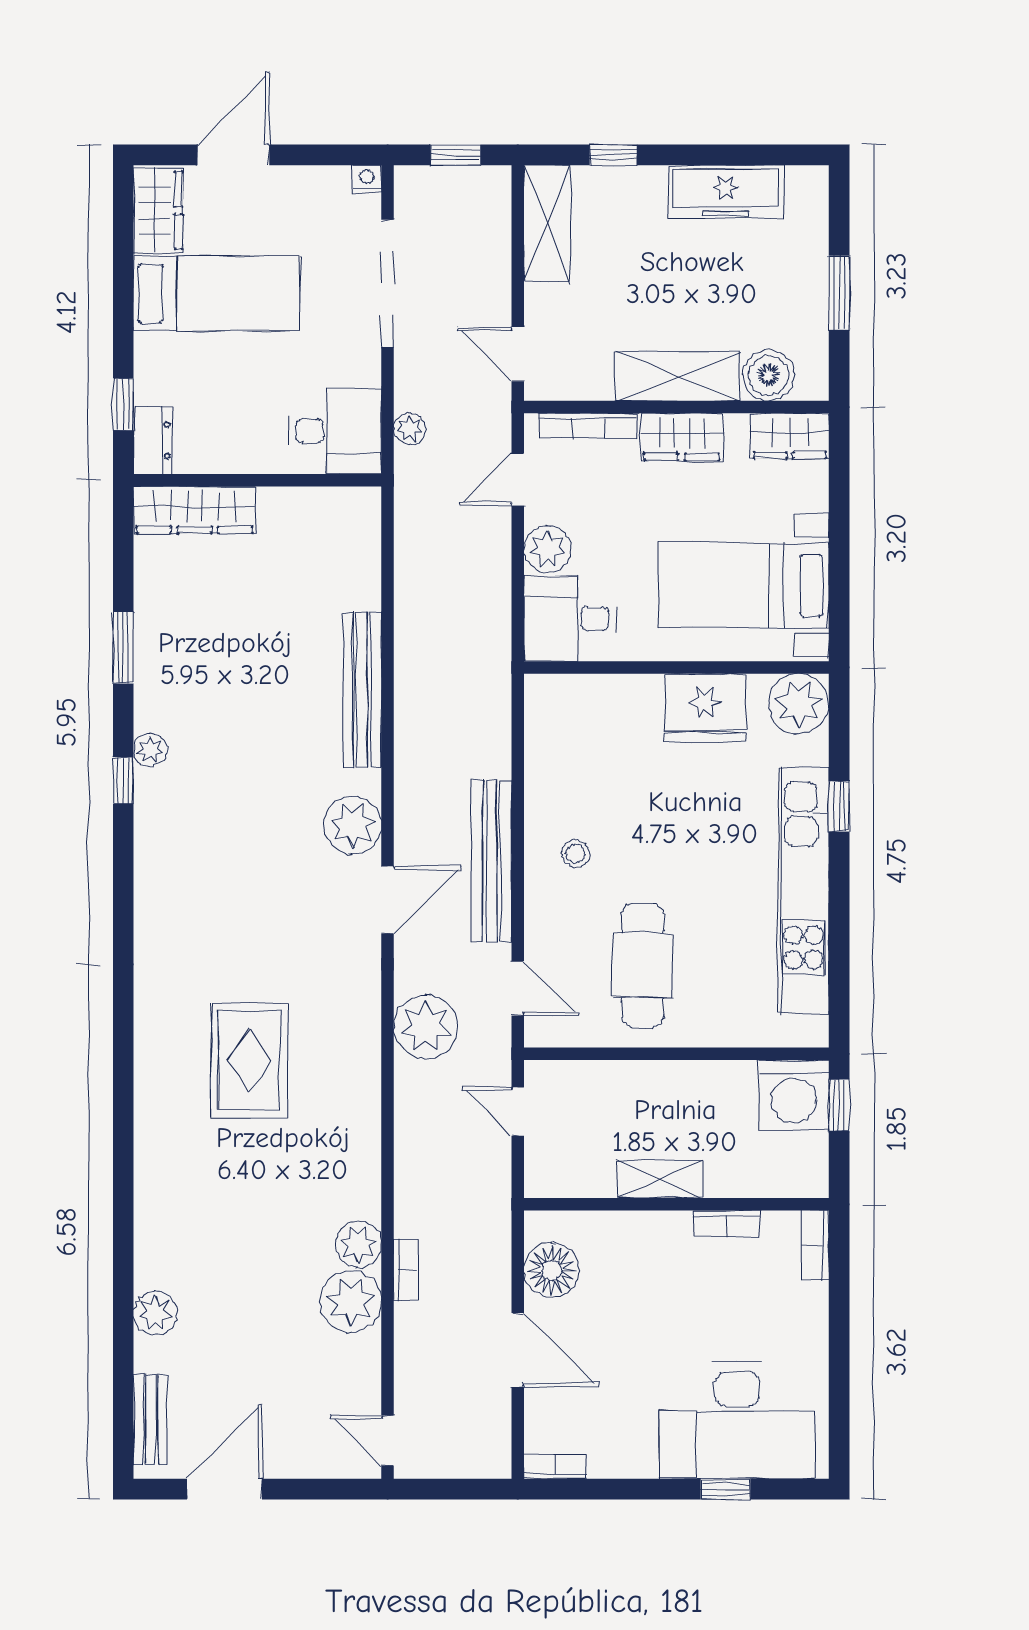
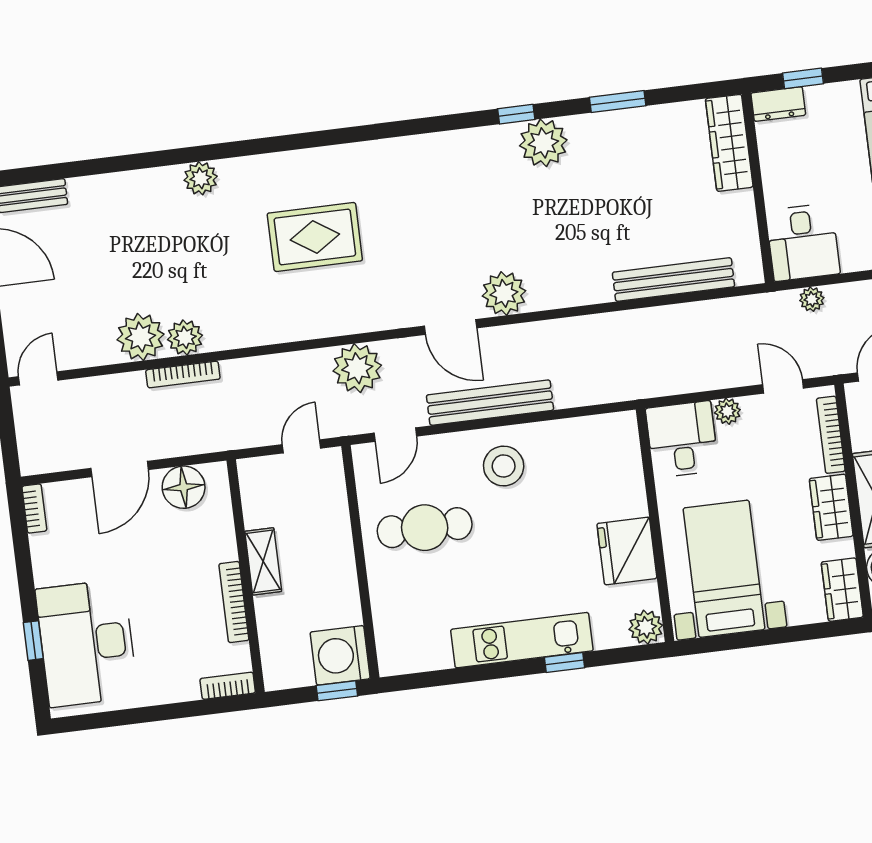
plant: (547, 549) -> (727, 411), width x0.73, depth x0.73
bench: (362, 690) -> (673, 280), moved
plant: (799, 704) -> (646, 627), width x0.73, depth x0.73
plant: (150, 750) -> (543, 143), width x1.87, depth x1.87
stool: (576, 853) -> (504, 466), width x1.89, depth x1.89
kitchen unit: (803, 891) -> (522, 640), width x0.73
bookcase: (727, 1224) -> (234, 602), width x1.56
bookcase: (406, 1270) -> (183, 374), width x1.56
plant: (155, 1313) -> (201, 178), moved

